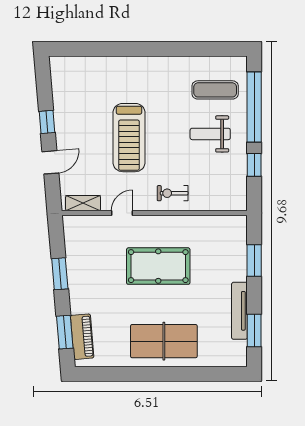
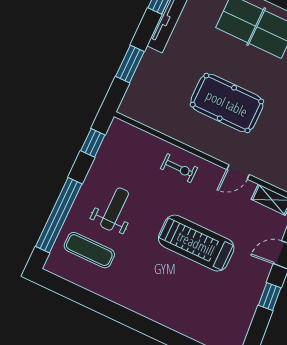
weight bench: (210, 134) -> (115, 209), turned -90
treadmill: (129, 138) -> (196, 243), turned -90
window: (254, 165) -> (93, 143), moved

